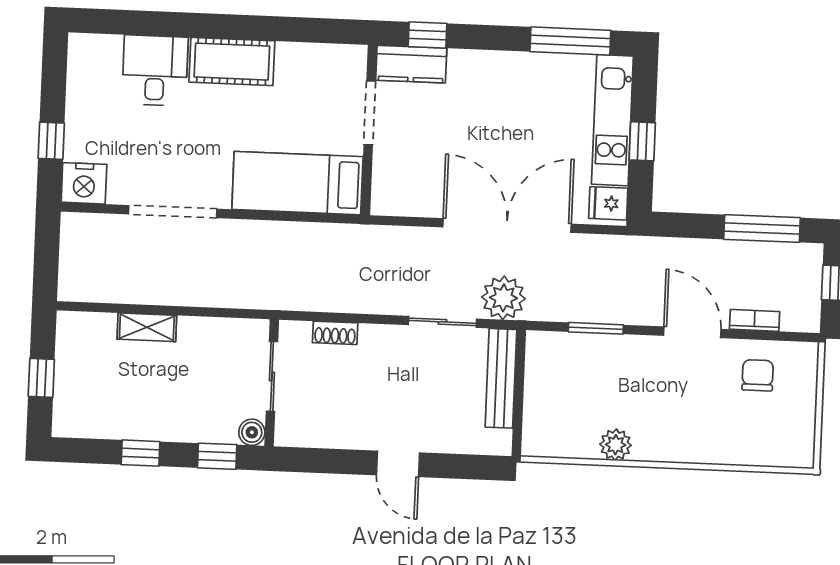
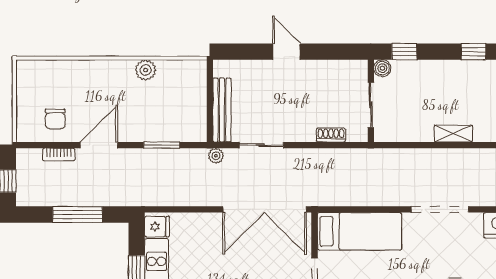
double door: (507, 226) -> (265, 209), moved
window: (762, 228) -> (77, 214), moved
plant: (503, 298) -> (216, 156), width x0.53, depth x0.53
door: (692, 332) -> (99, 145), swing flipped
window: (140, 453) -> (474, 52), moved

